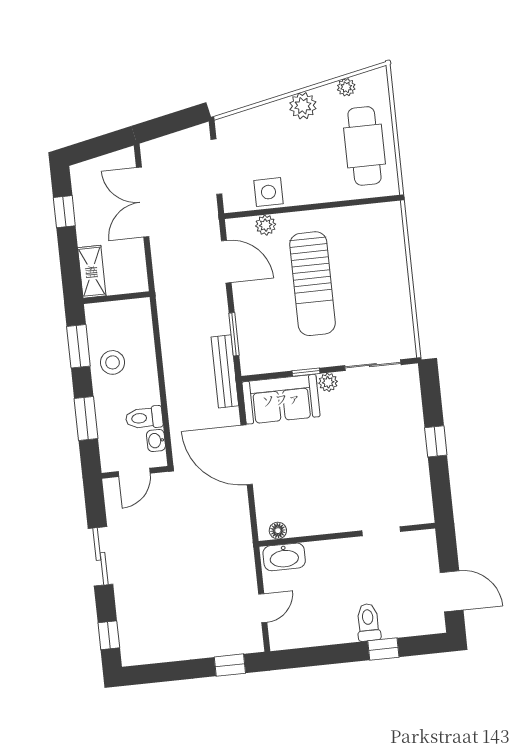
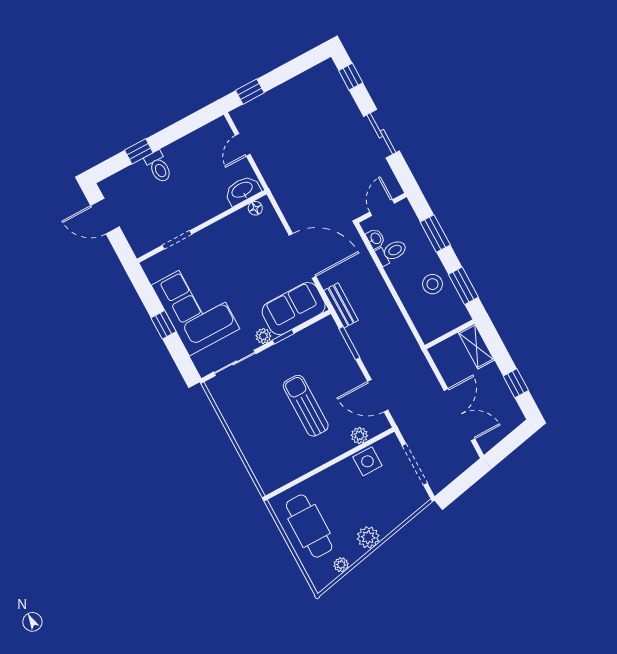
sun lounger: (312, 284) -> (306, 406), width x0.73, depth x0.75
bench: (225, 371) -> (341, 305), width x0.73
corner sofa: (391, 447) -> (195, 307), added

